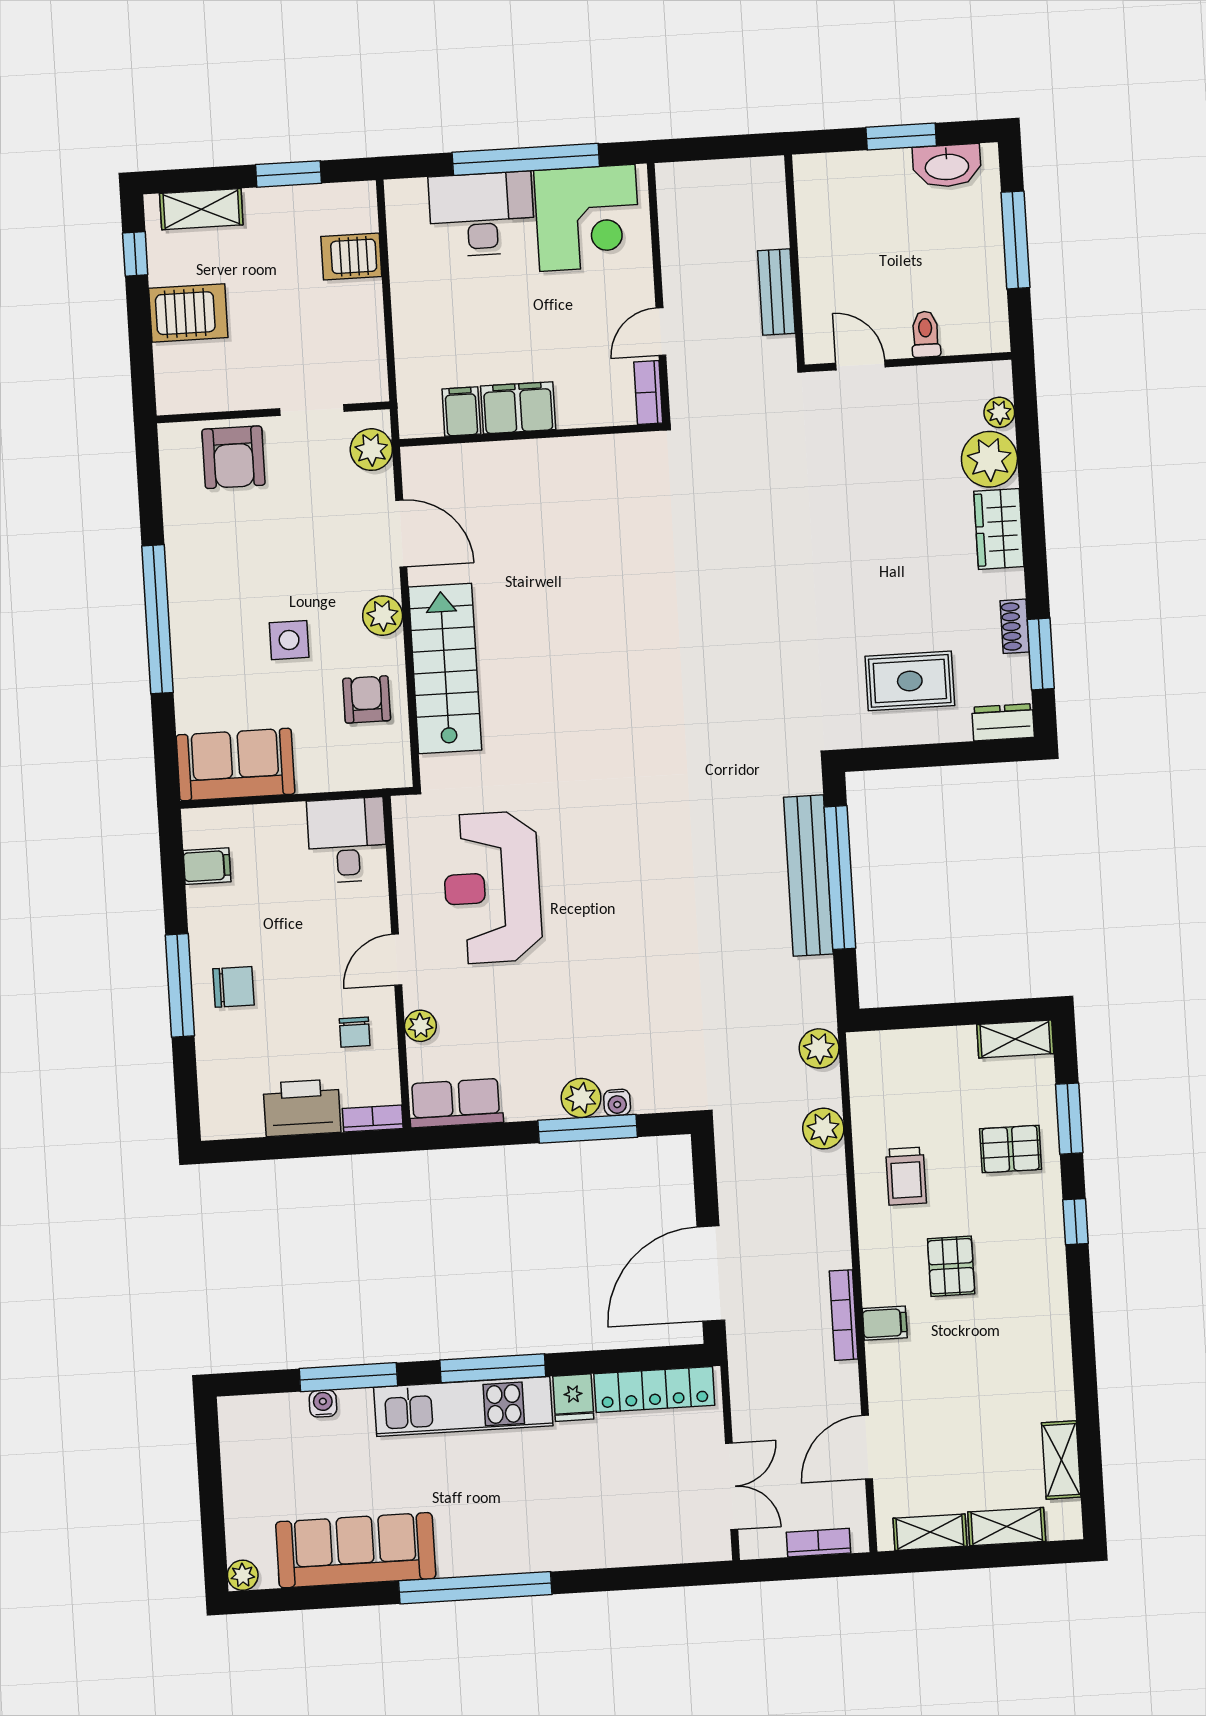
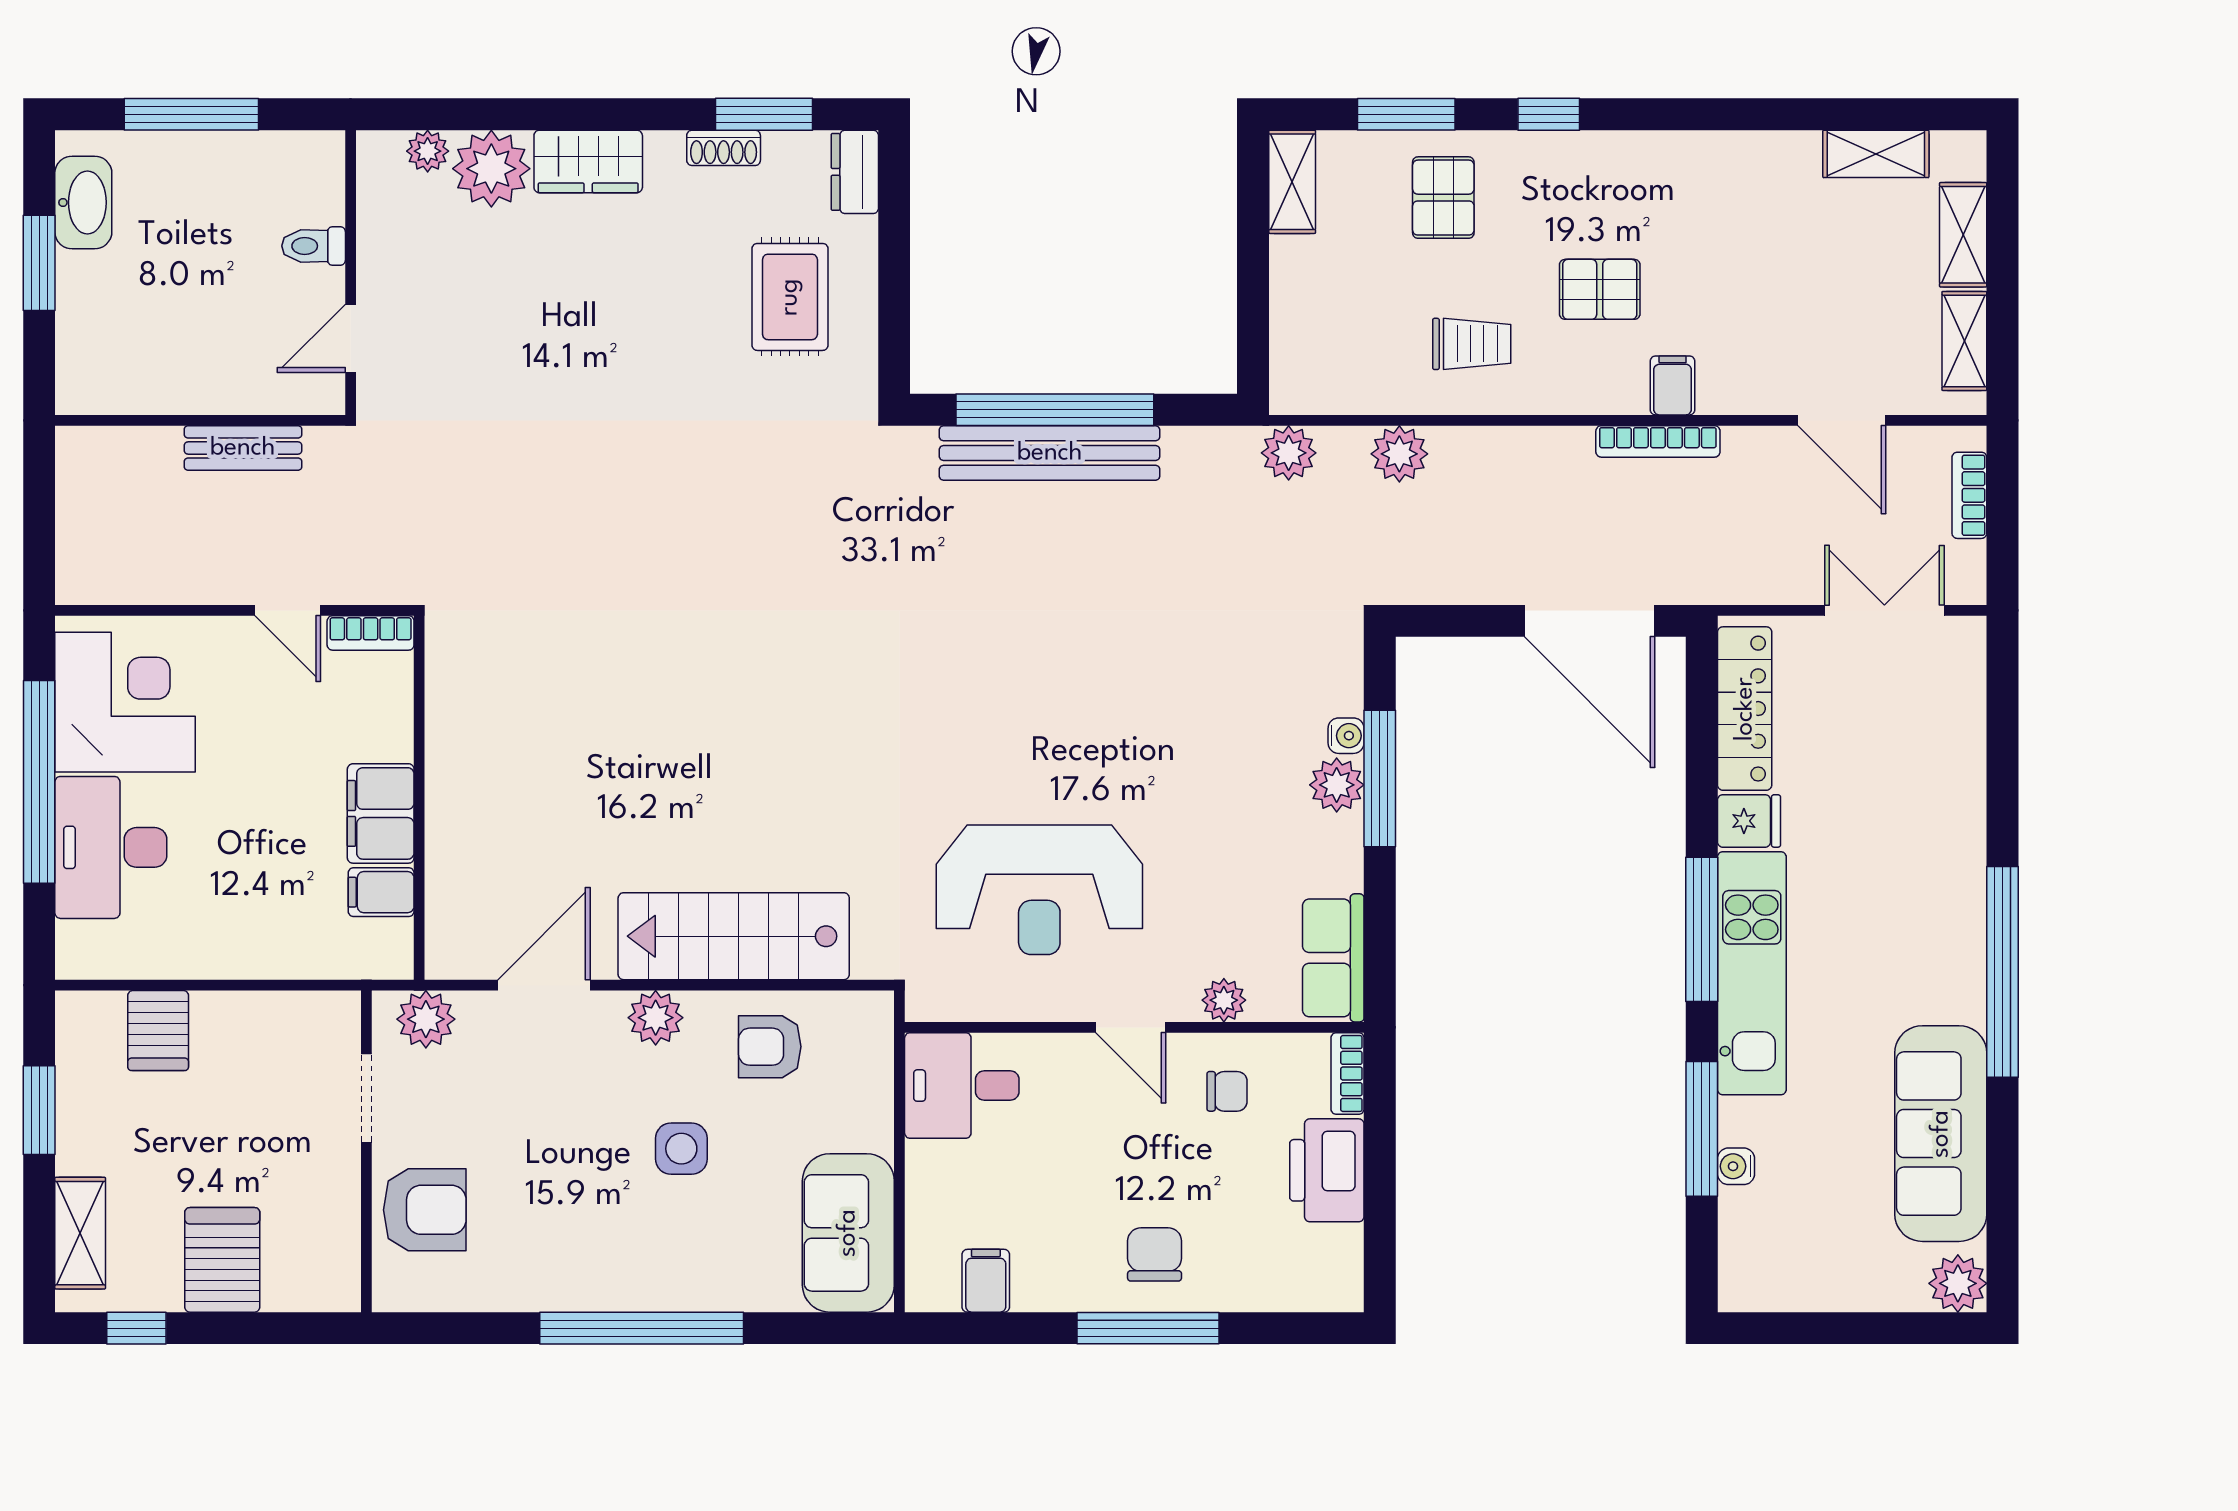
plant: (243, 1575) -> (1958, 1283), width x1.38, depth x1.38

